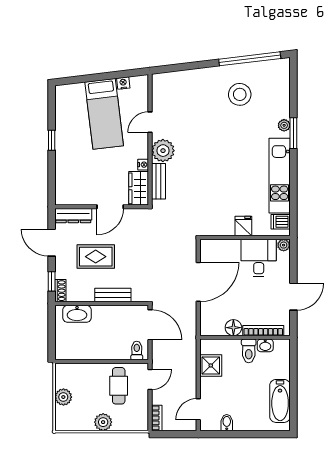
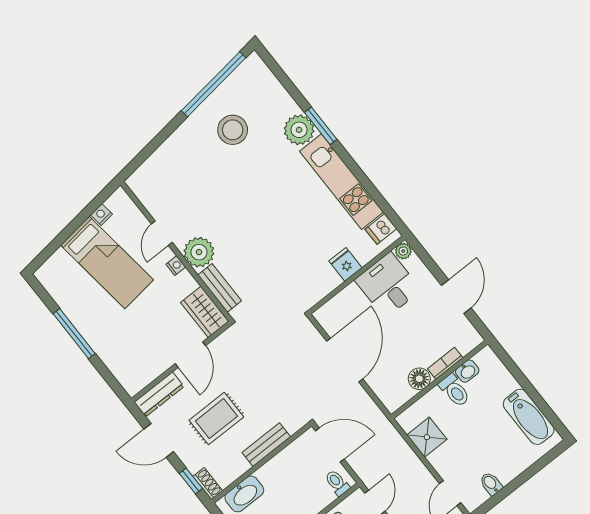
plant: (284, 125) -> (299, 130), width x1.88, depth x1.88
window: (52, 140) -> (74, 334), width x2.17
nightstand: (143, 165) -> (176, 266), moved
bookcase: (263, 331) -> (445, 363), width x0.64

